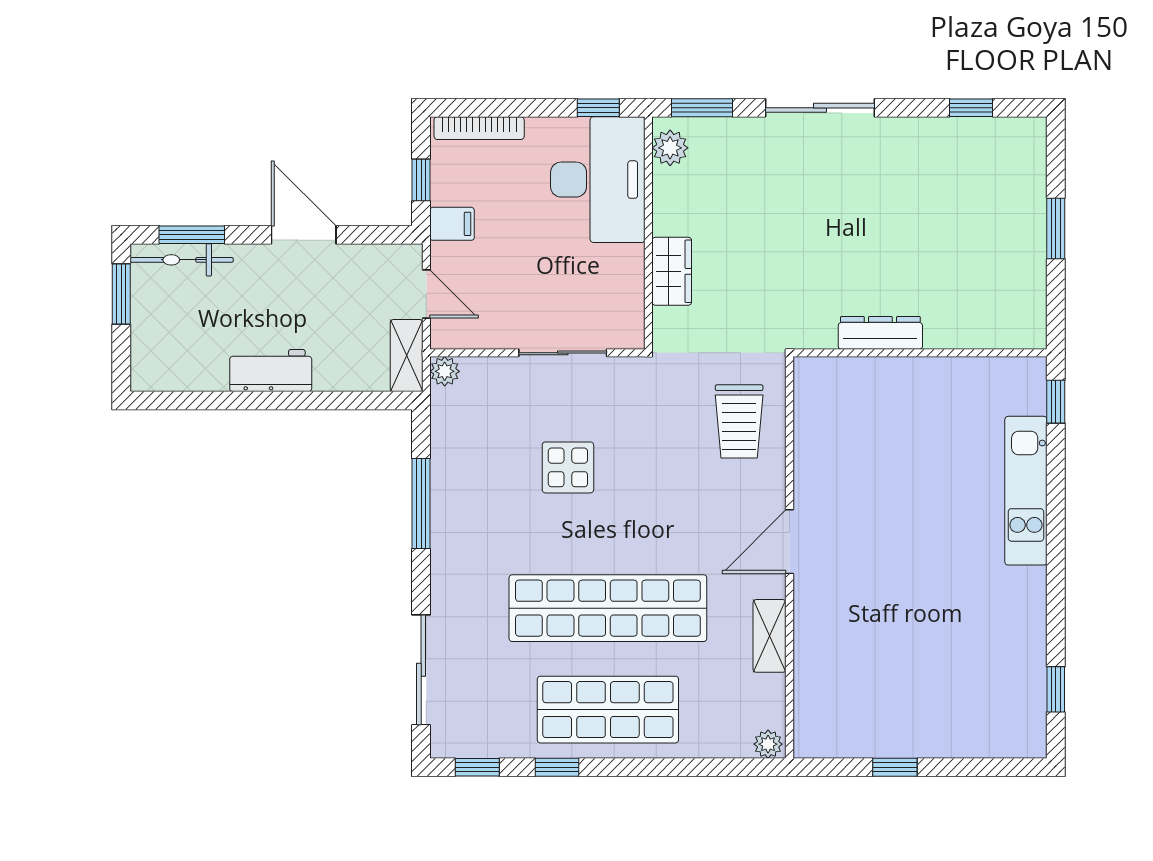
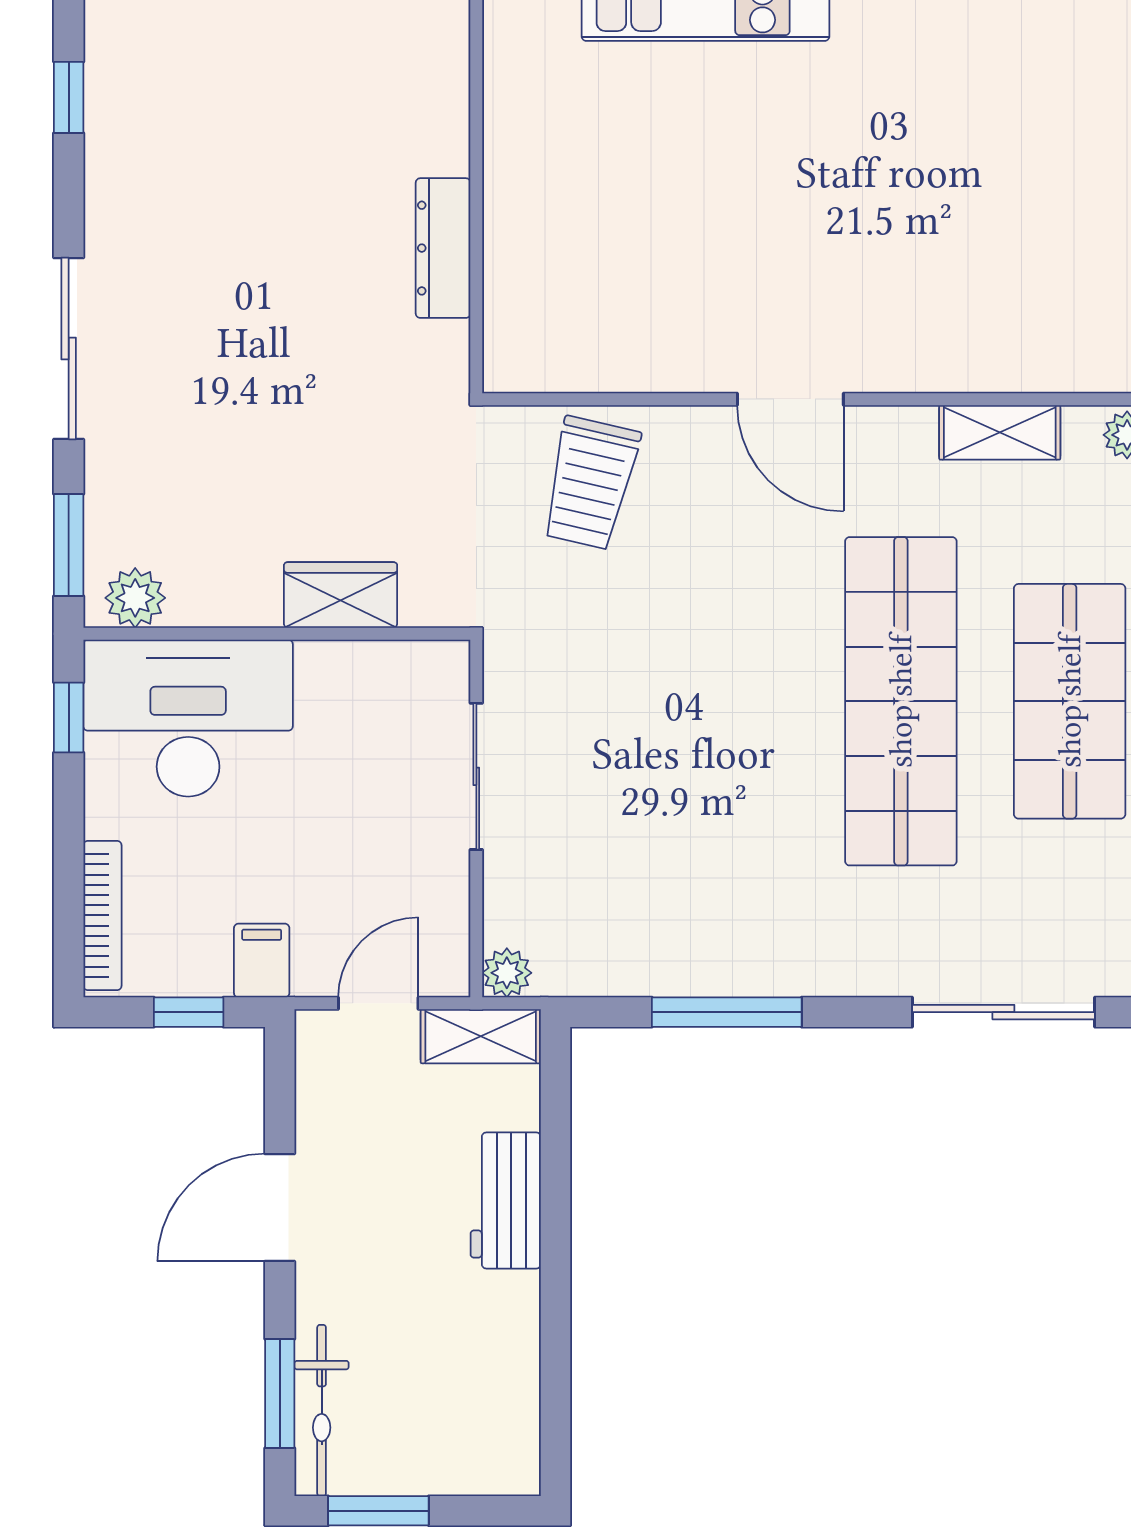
workbench: (271, 371) -> (506, 1201), moved
trolley: (739, 421) -> (590, 483), turned 103
display table: (568, 467) -> (667, 768), removed
shelving: (770, 636) -> (1000, 432), moved

